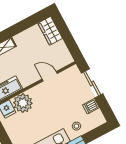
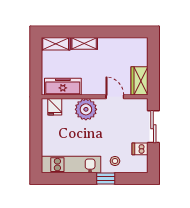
wardrobe: (50, 31) -> (139, 81), moved
plant: (23, 103) -> (86, 109), moved

